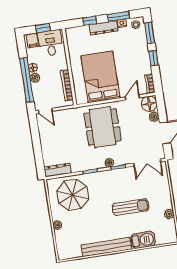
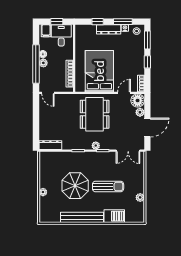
parasol: (73, 195) -> (75, 186), moved

